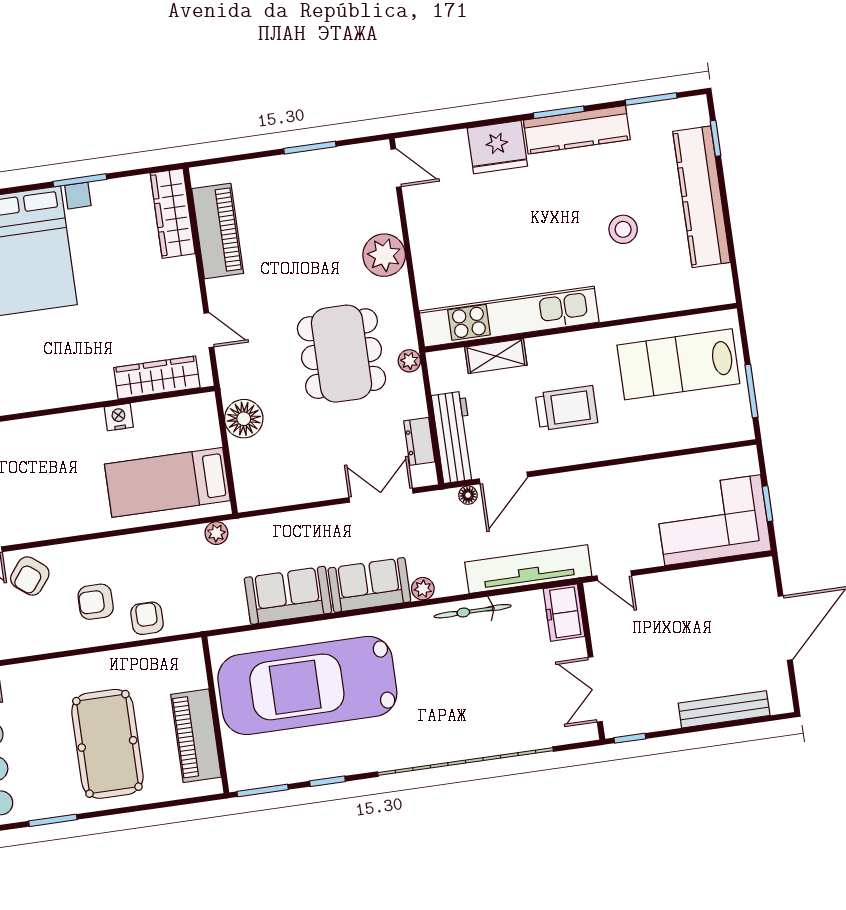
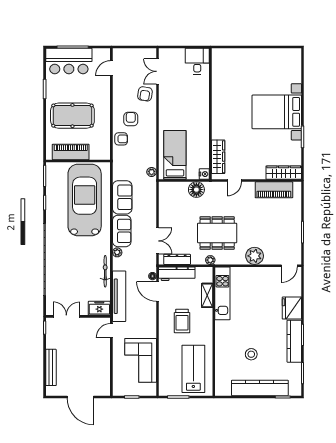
kitchen unit: (509, 317) -> (222, 293), width x0.73
nightstand: (119, 417) -> (204, 174), moved
dresser: (419, 441) -> (177, 259), width x1.44
corner sofa: (713, 520) -> (141, 360), moved, turned 180
armchair: (30, 576) -> (145, 94), turned -119

